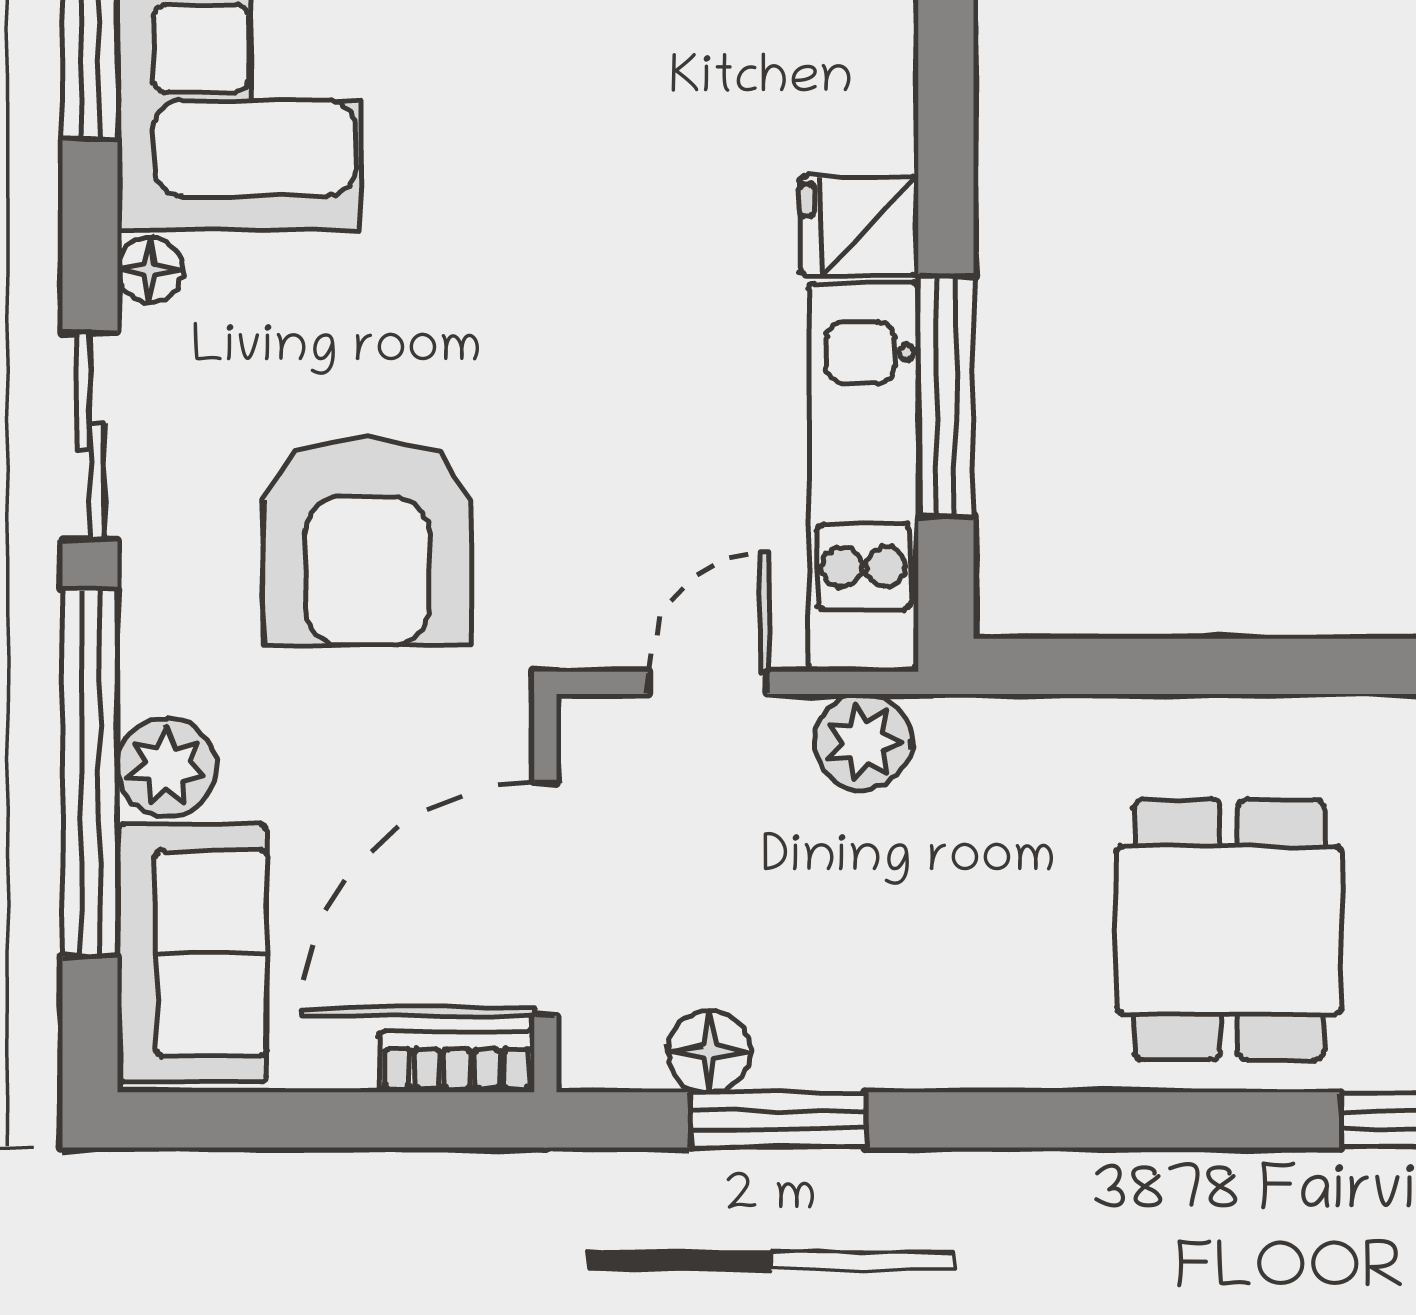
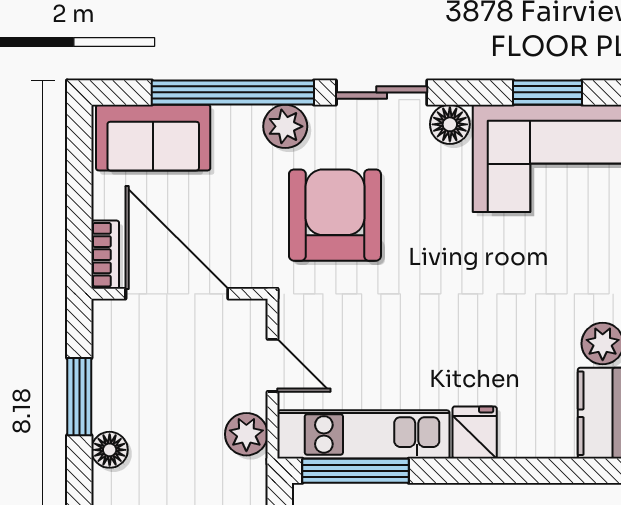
floor lamp: (150, 270) -> (450, 124), width x1.37, depth x1.37
window: (946, 396) -> (356, 471), moved
armchair: (367, 542) -> (335, 215), turned 90
plant: (167, 767) -> (285, 126), moved
floor lamp: (709, 1052) -> (110, 450), moved

